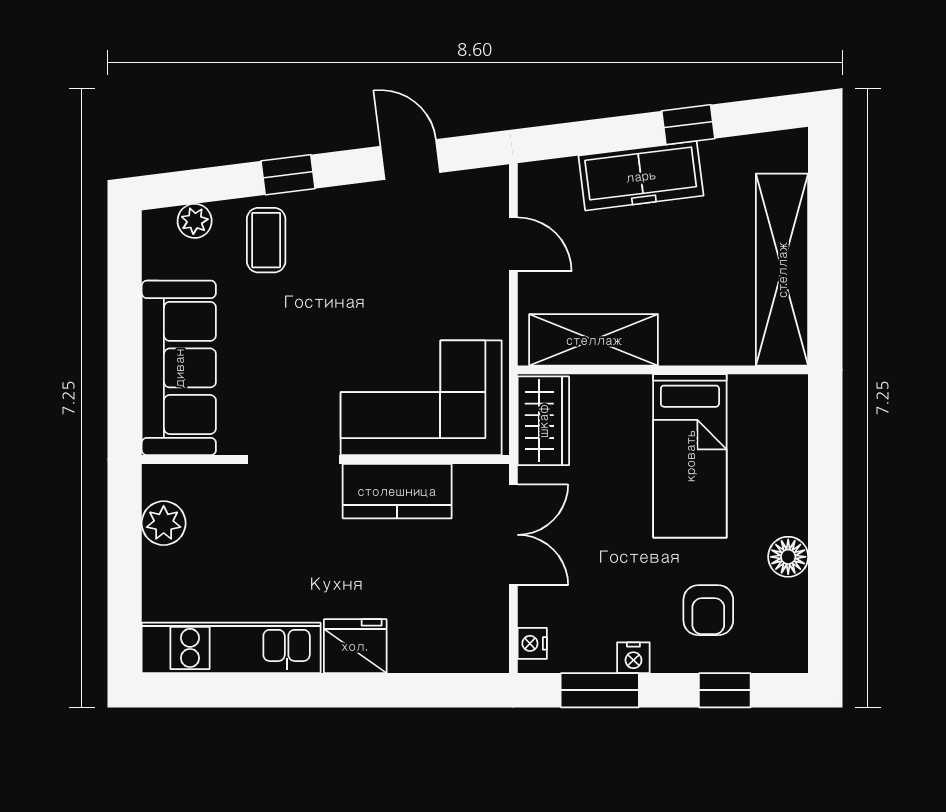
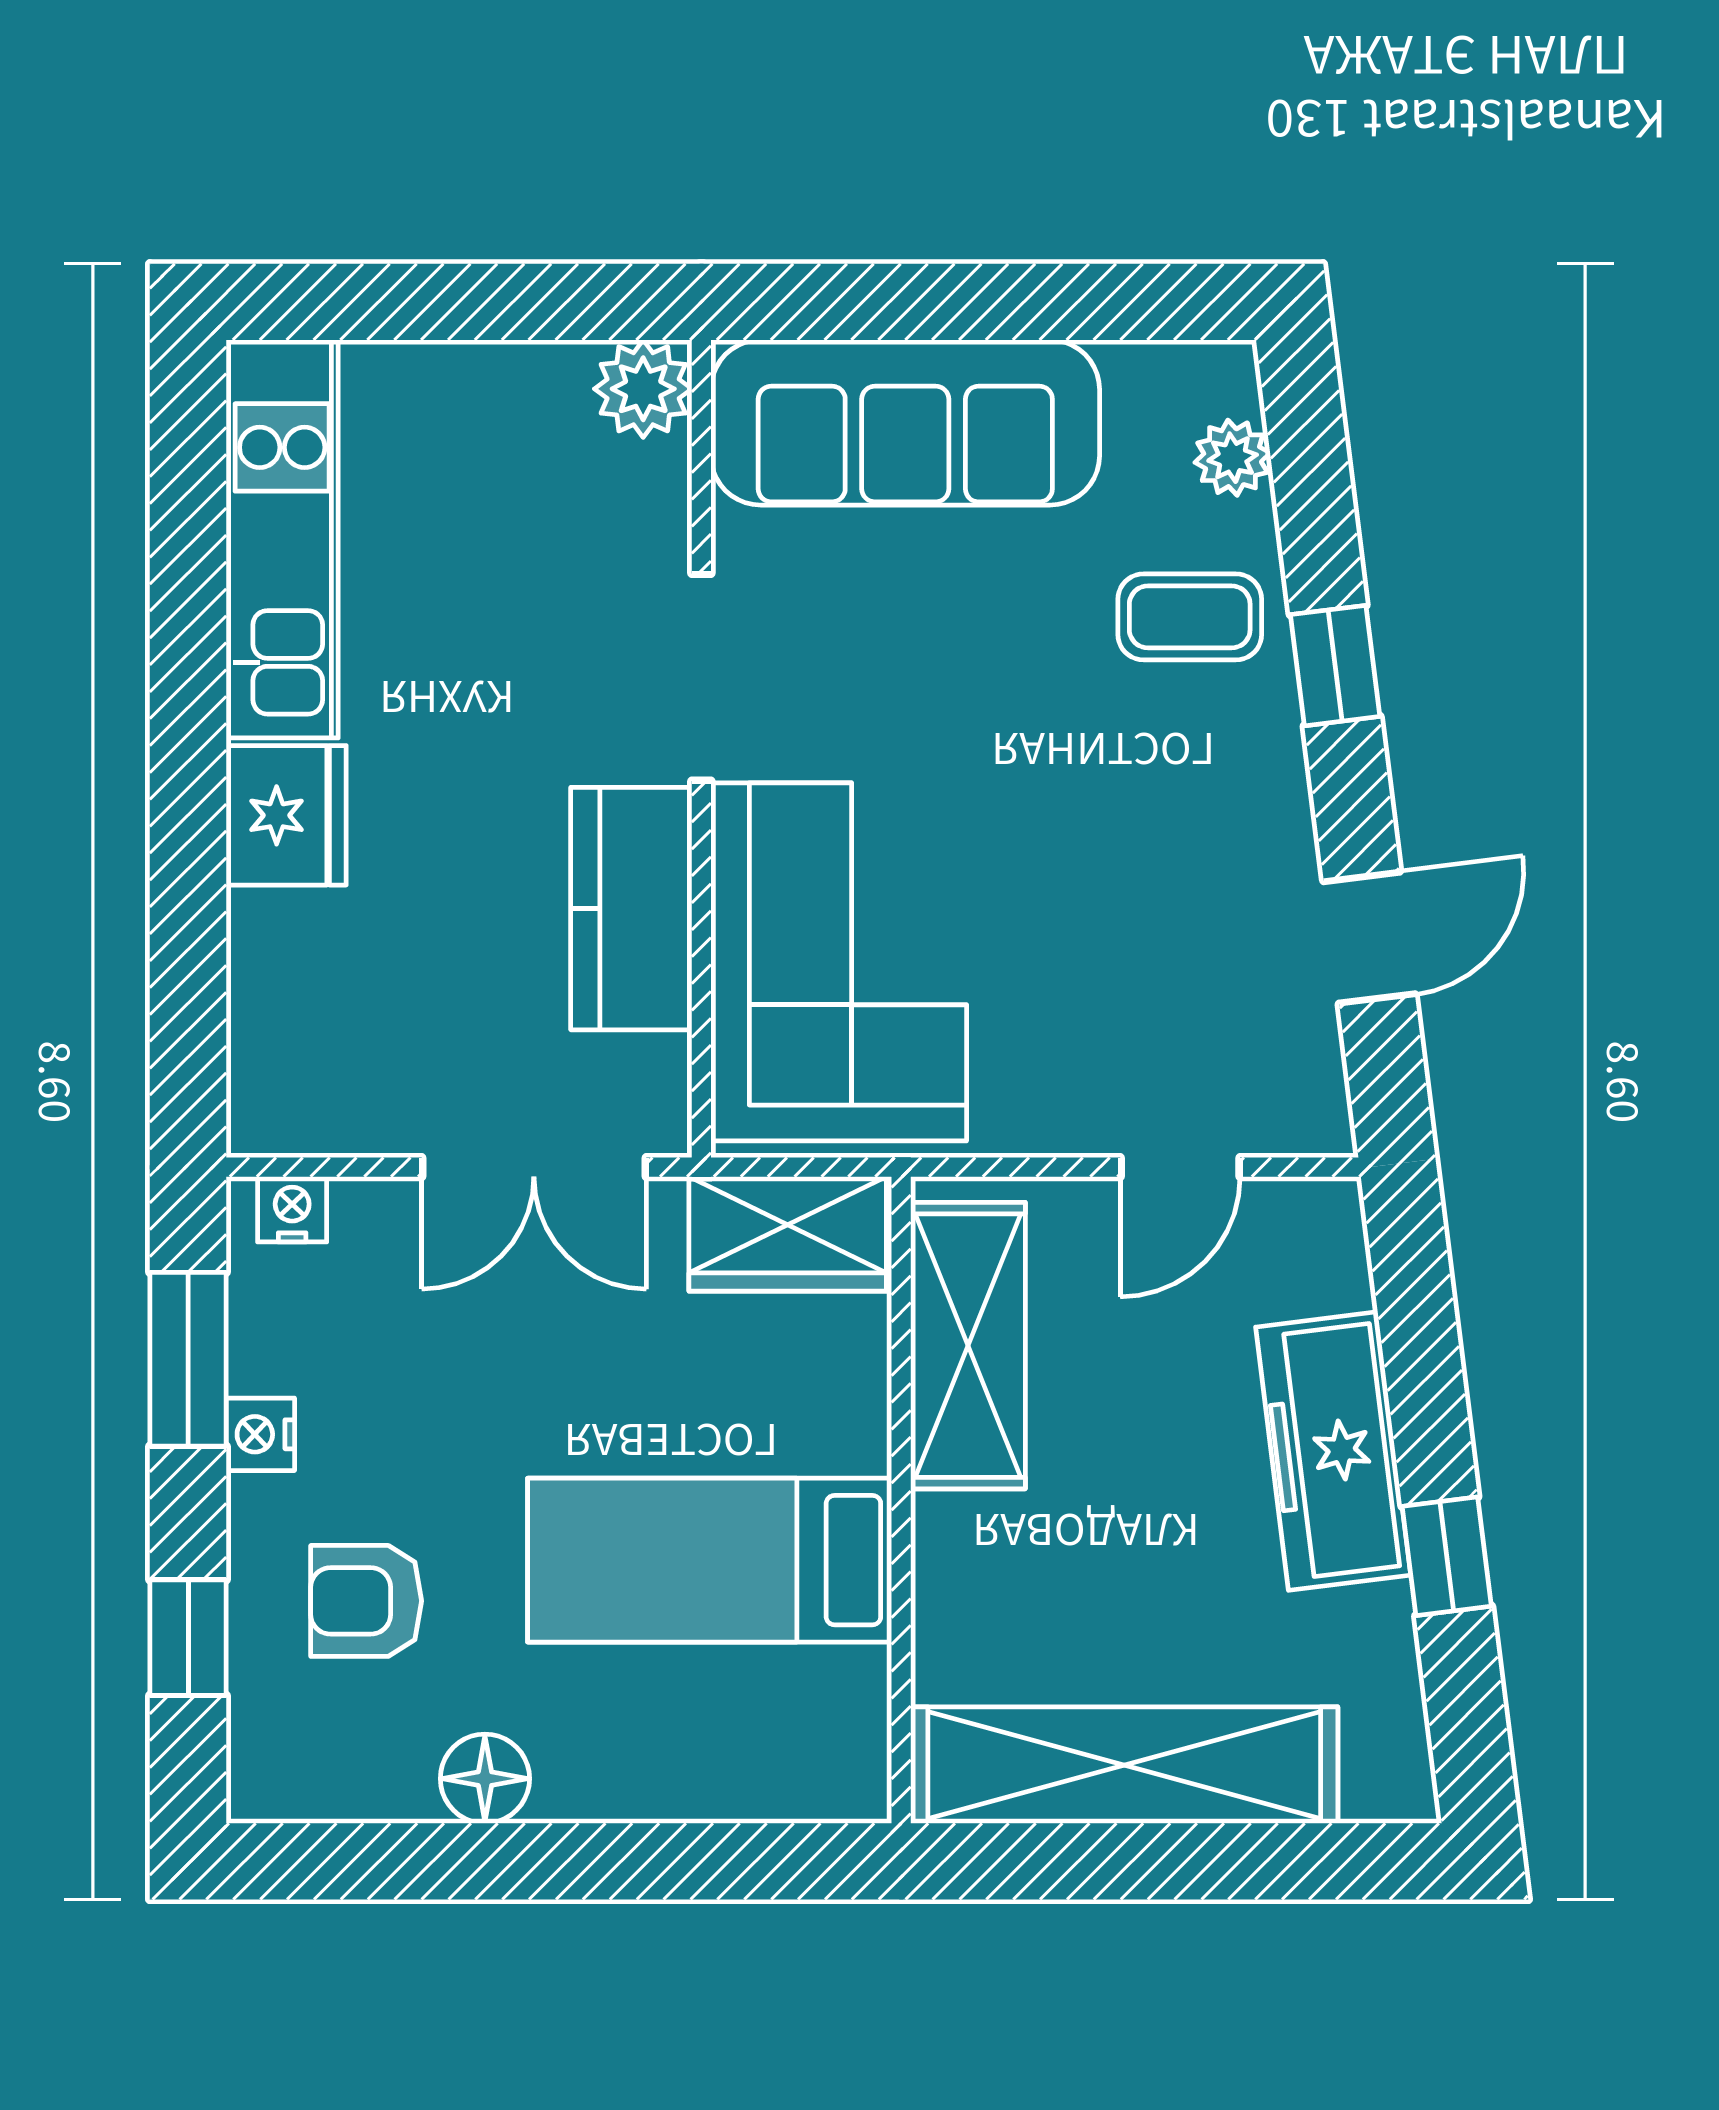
plant: (164, 523) -> (643, 389), moved

